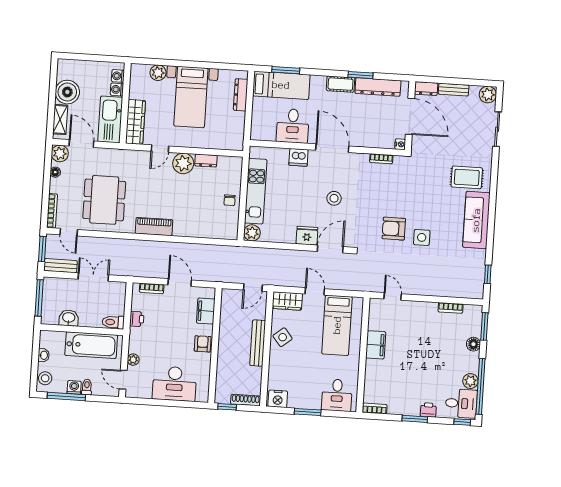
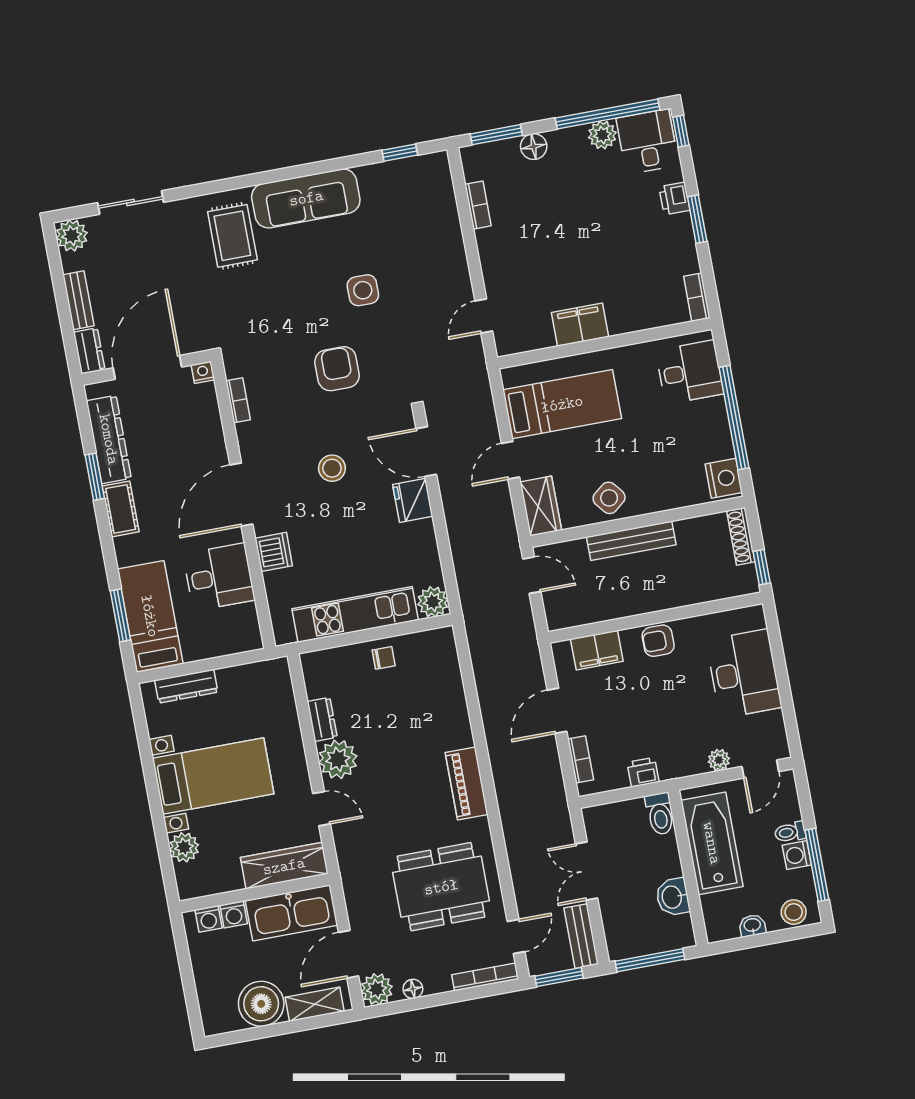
armchair: (394, 229) -> (337, 369), moved, turned 180
window: (308, 412) -> (734, 418), width x2.11

